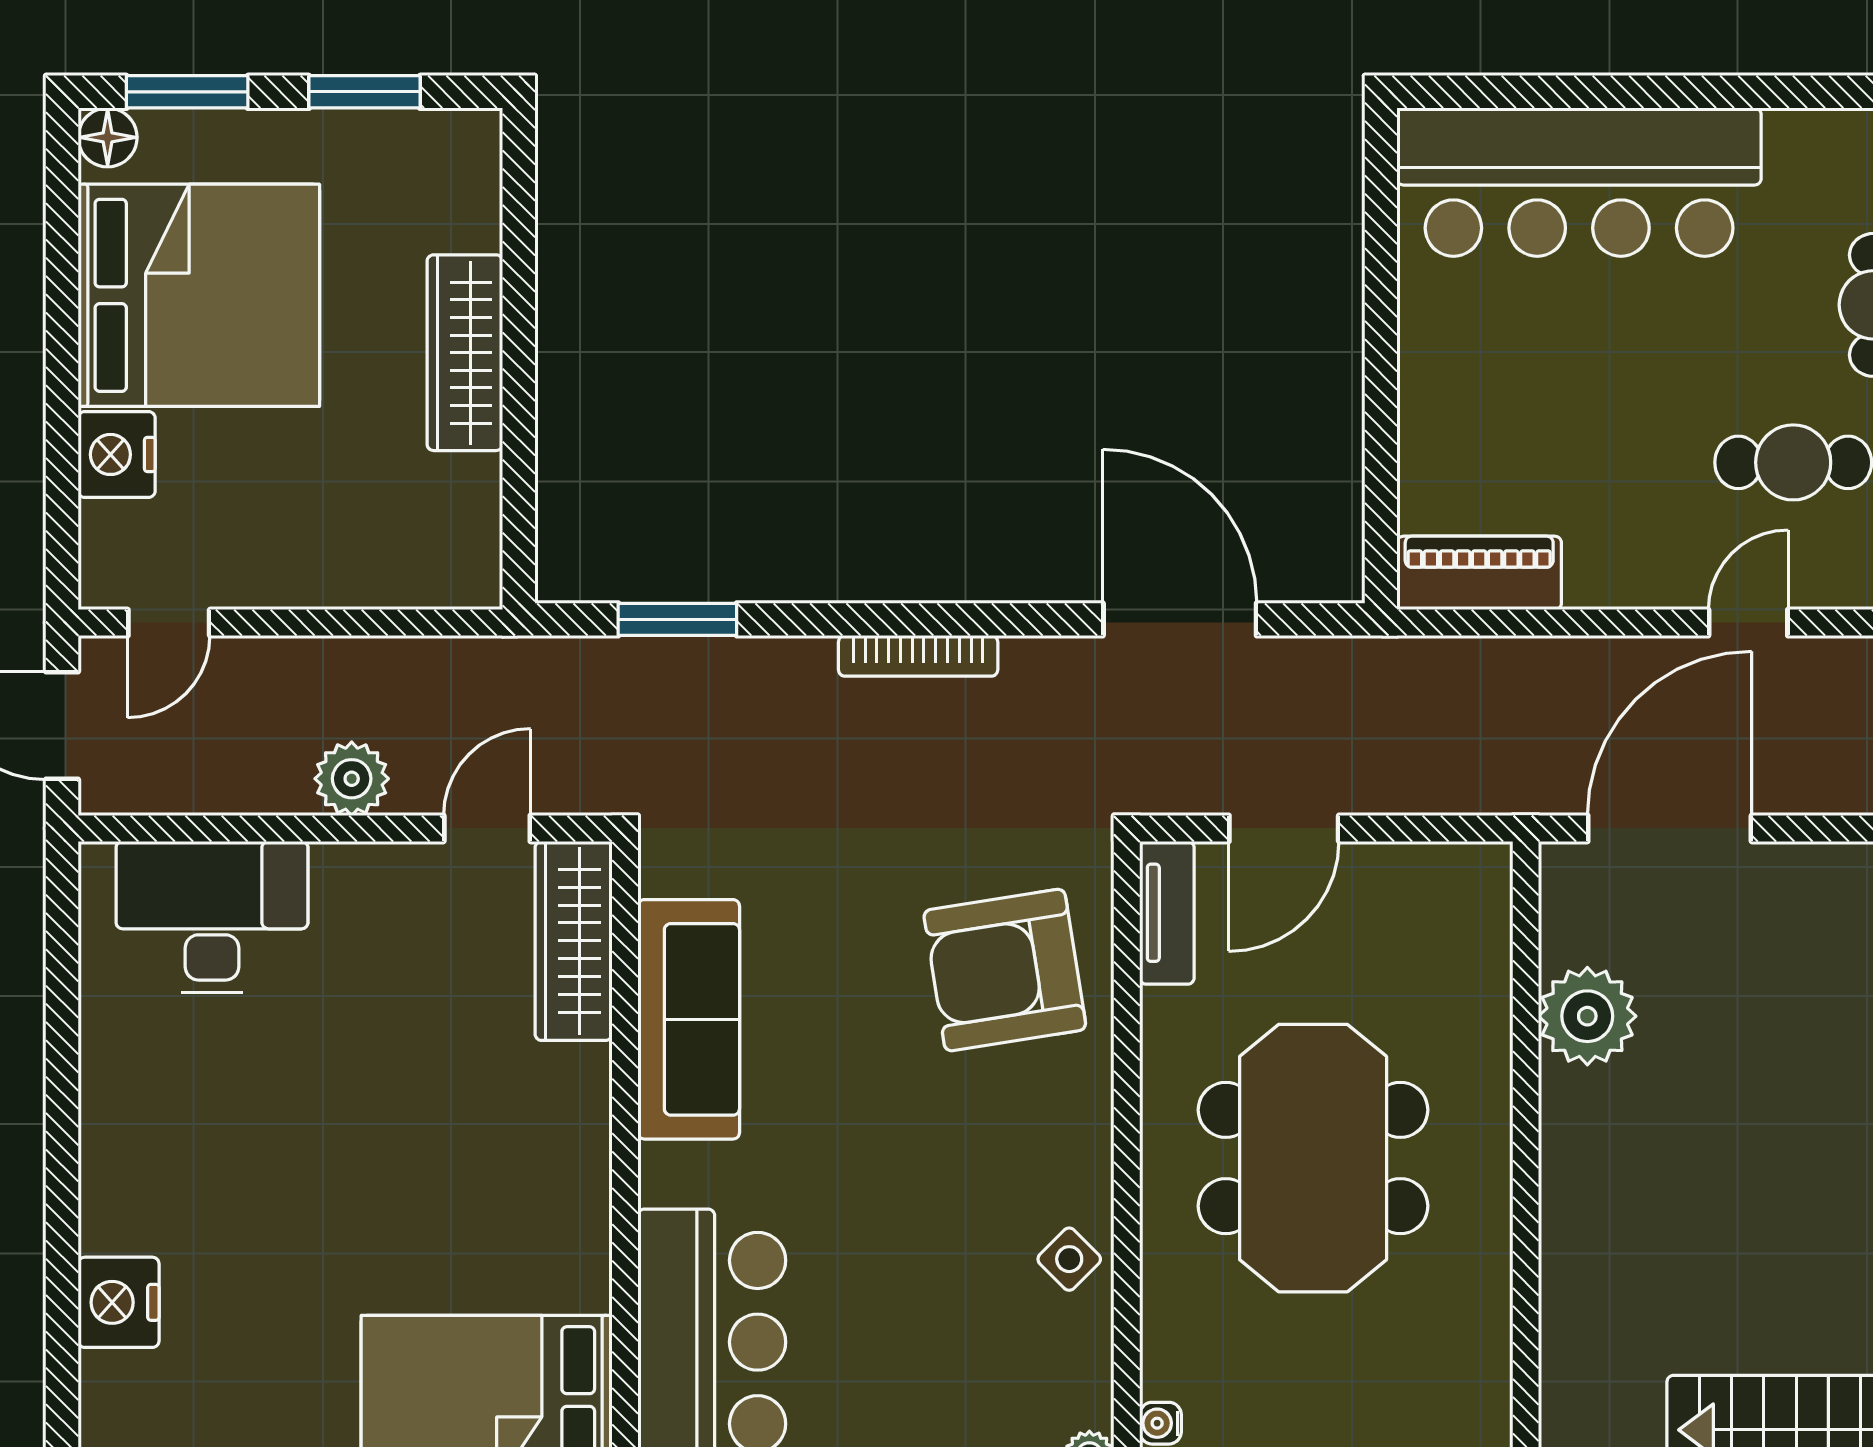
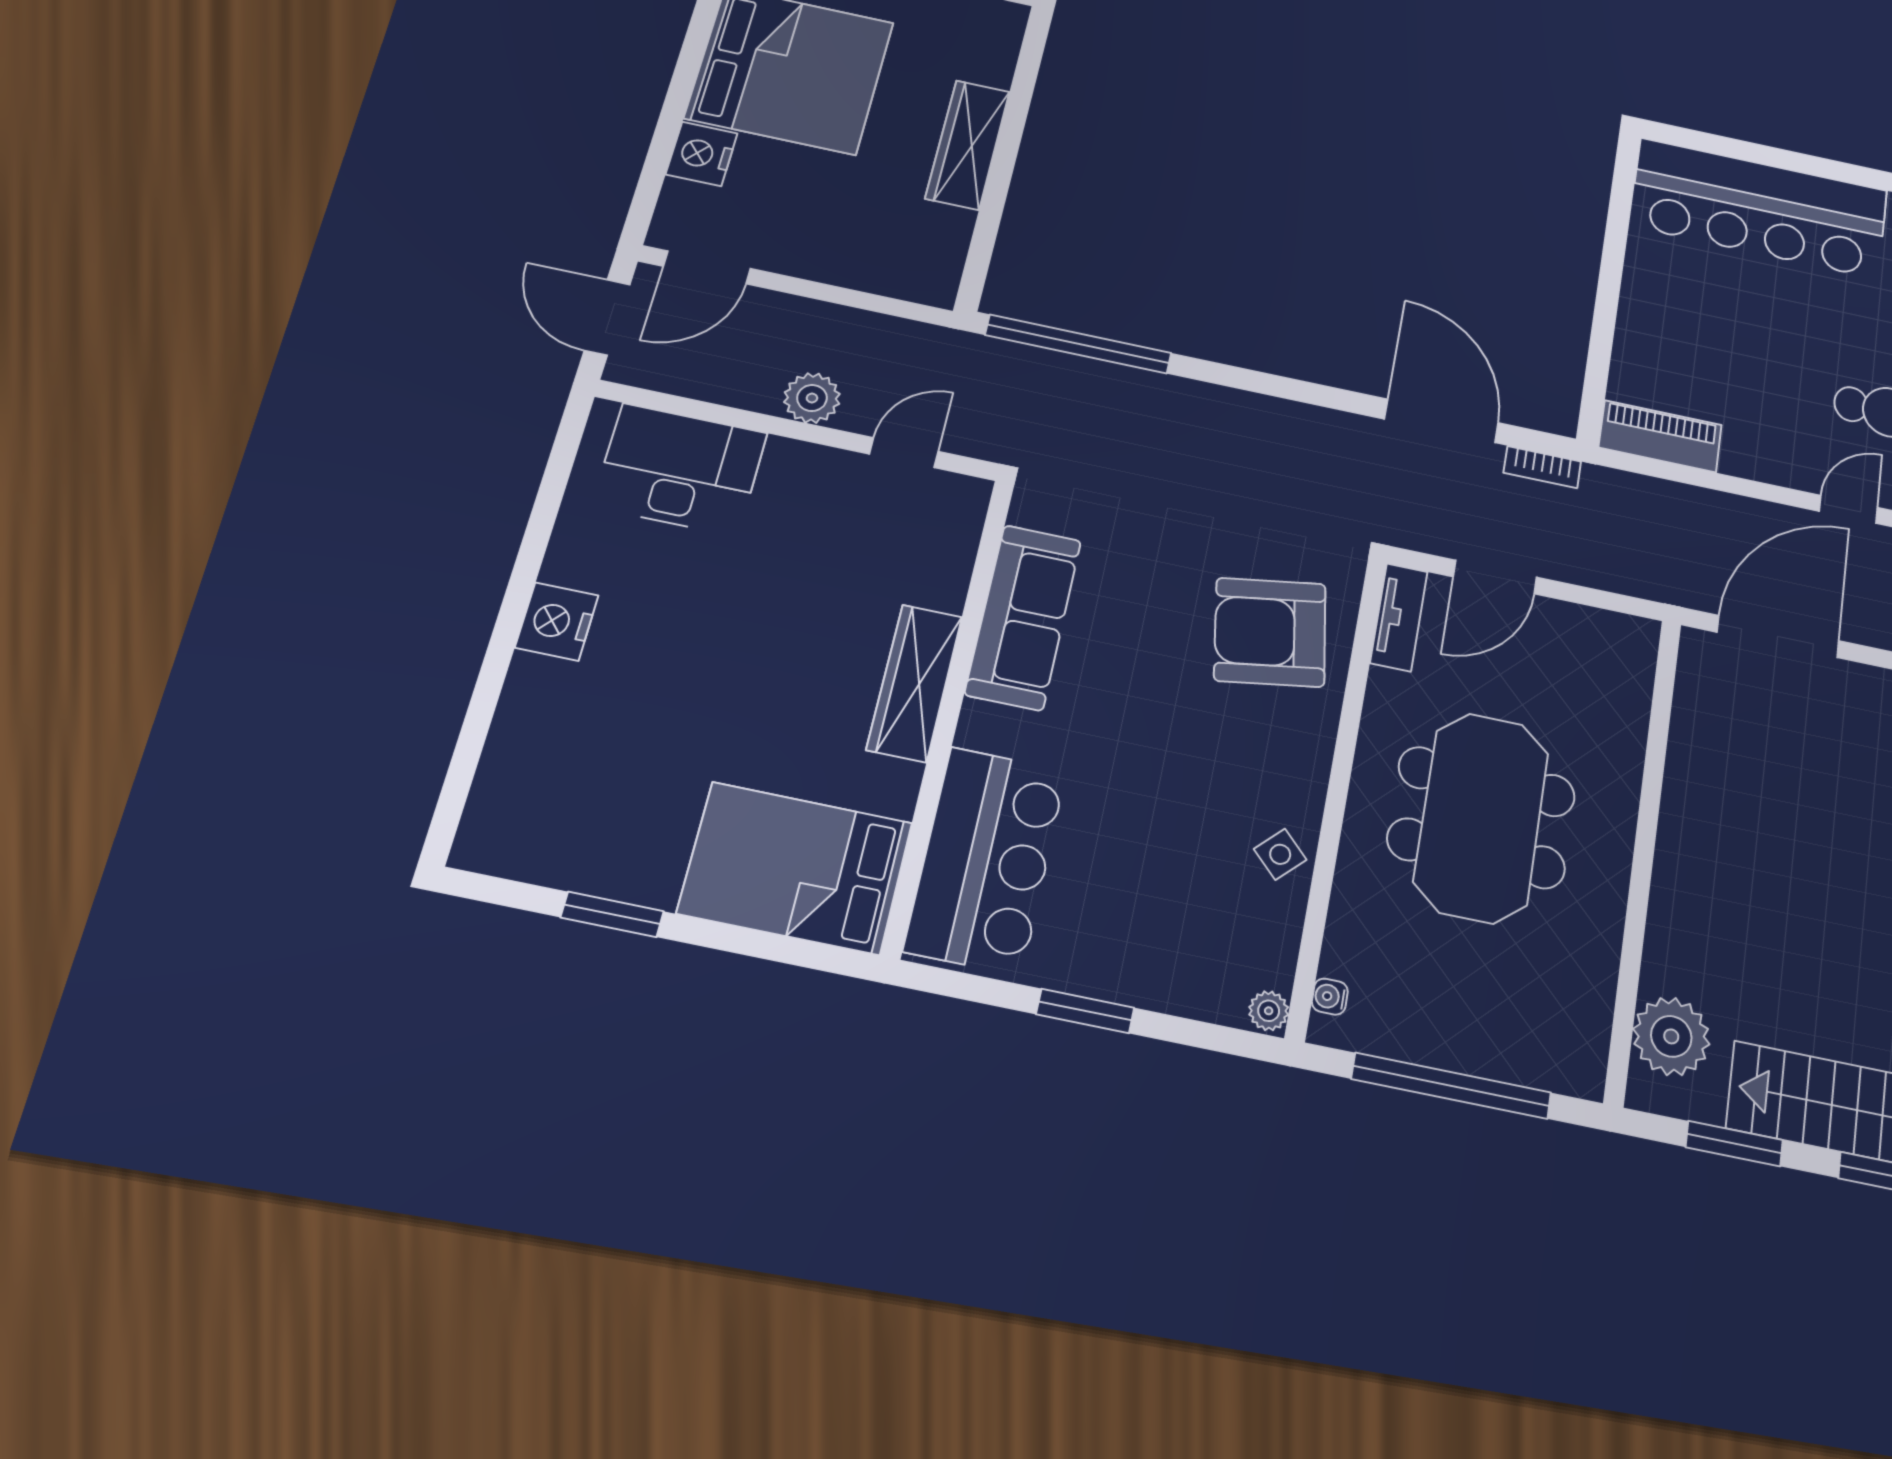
window: (677, 619) -> (1078, 344), width x2.11
door: (169, 623) -> (707, 267), width x1.38
bookcase: (918, 656) -> (1542, 467), moved, width x0.64
wardrobe: (574, 941) -> (915, 683), moved
plant: (1587, 1016) -> (1671, 1036), moved
nightstand: (119, 1302) -> (557, 621), moved

